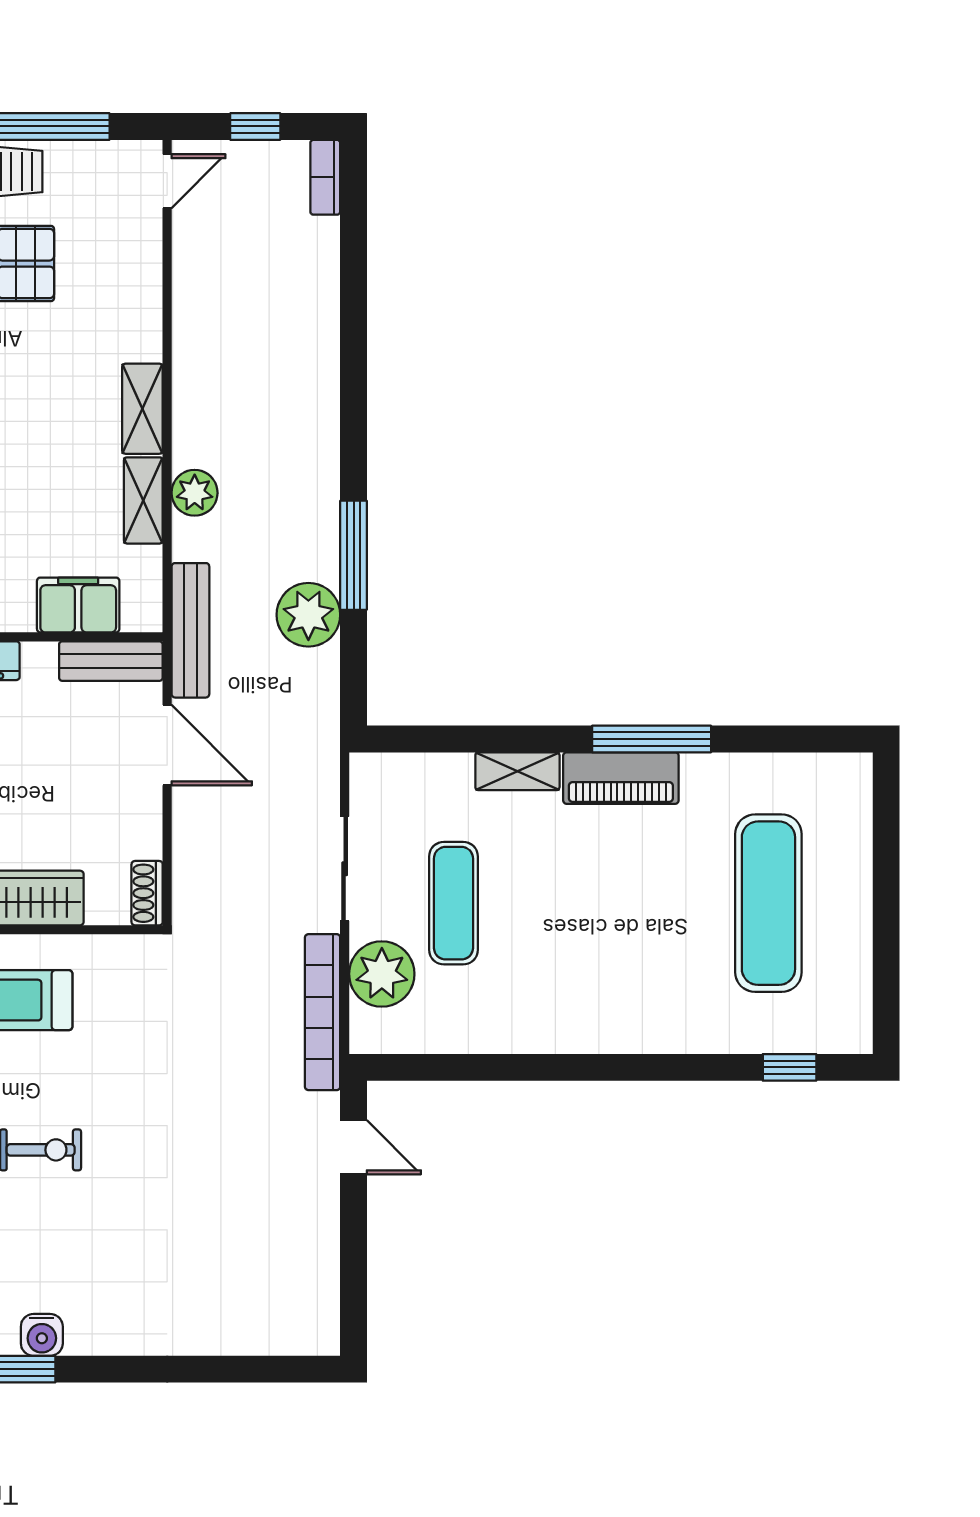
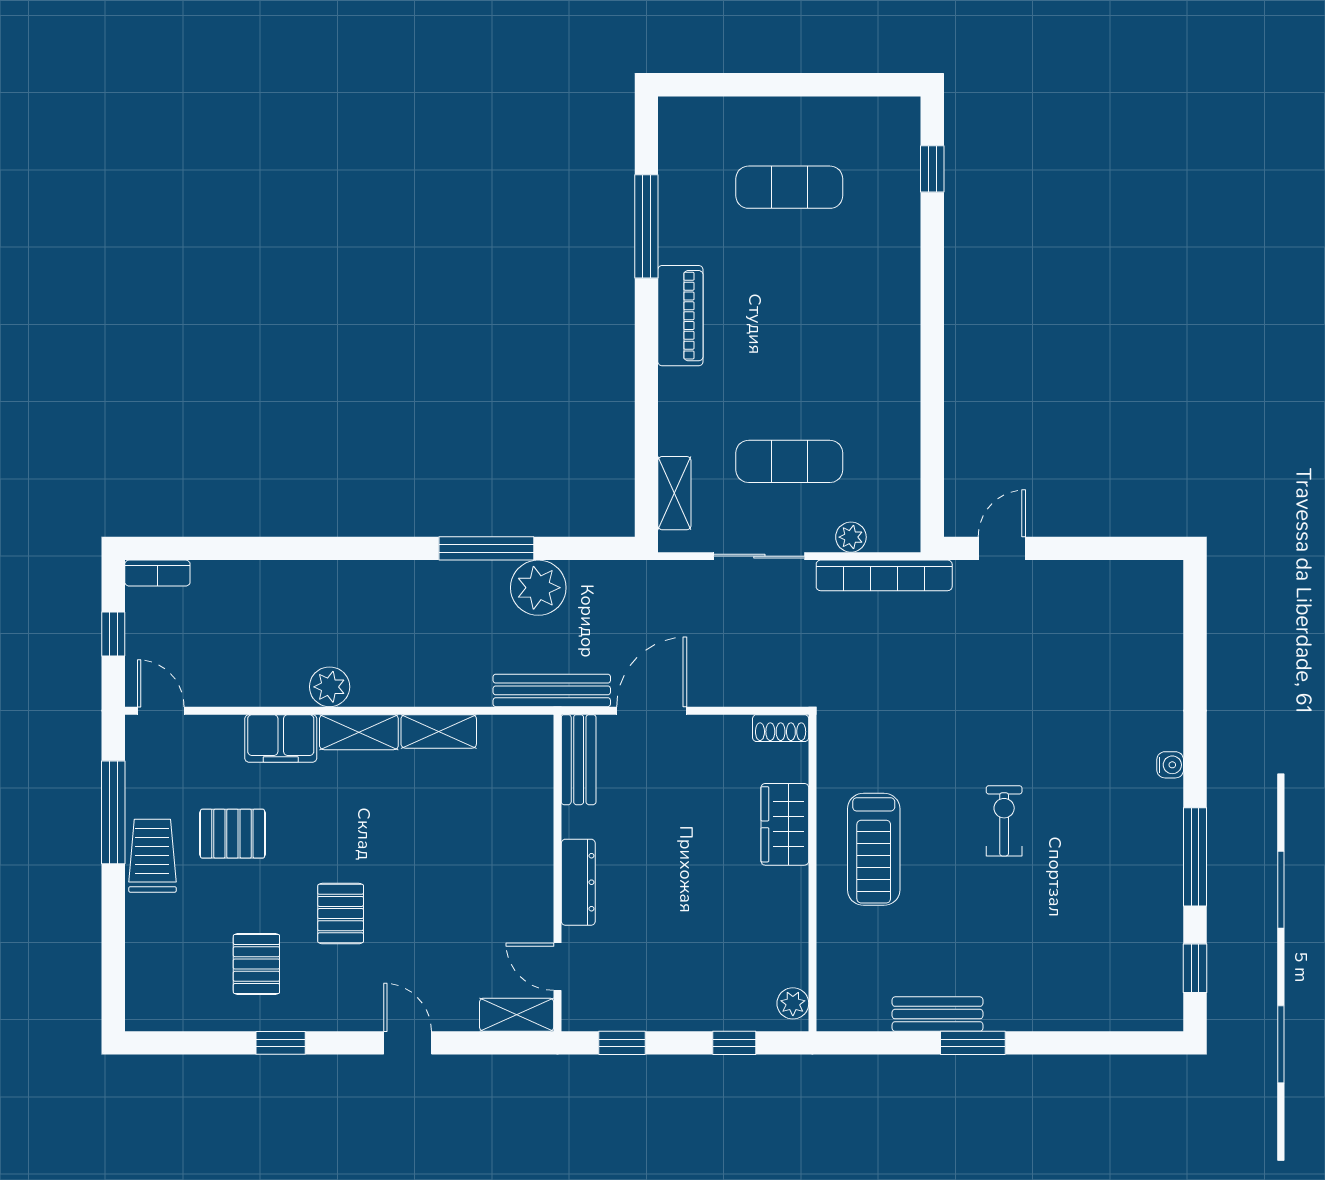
plant: (195, 493) -> (330, 687), moved
filing cabinet: (78, 605) -> (281, 738), moved, turned -90
window: (652, 739) -> (646, 226), moved
shelving: (517, 771) -> (674, 493), moved
exercise mat: (768, 903) -> (789, 187), width x0.73, depth x0.69
plant: (382, 974) -> (851, 537), width x0.53, depth x0.53
water cooler: (42, 1335) -> (1170, 765), moved, width x0.72, depth x0.72

